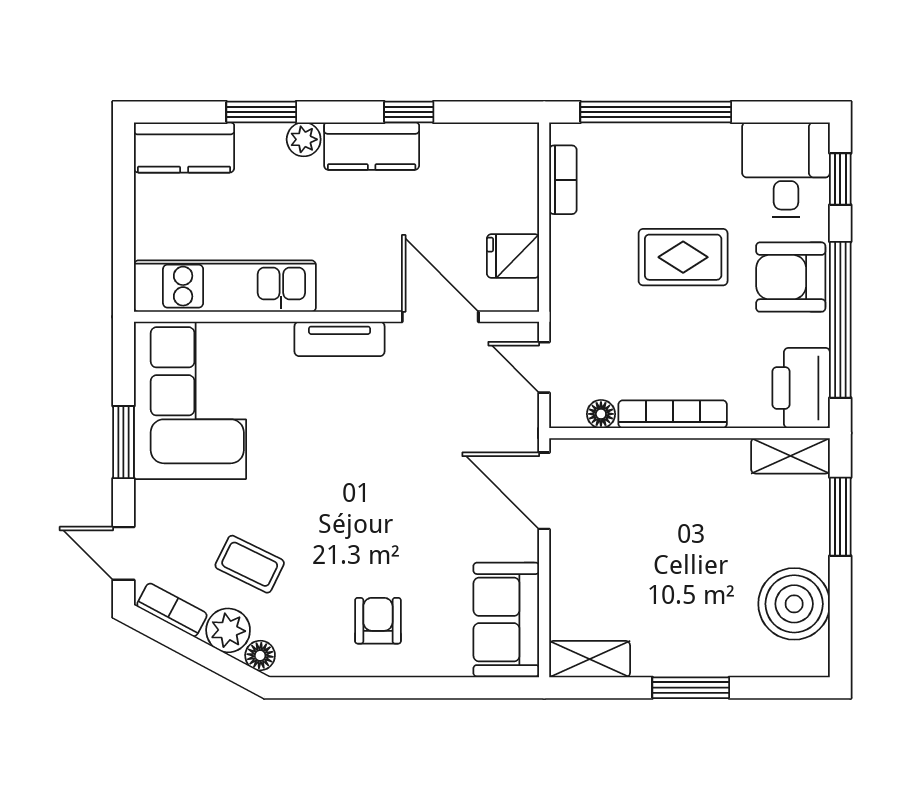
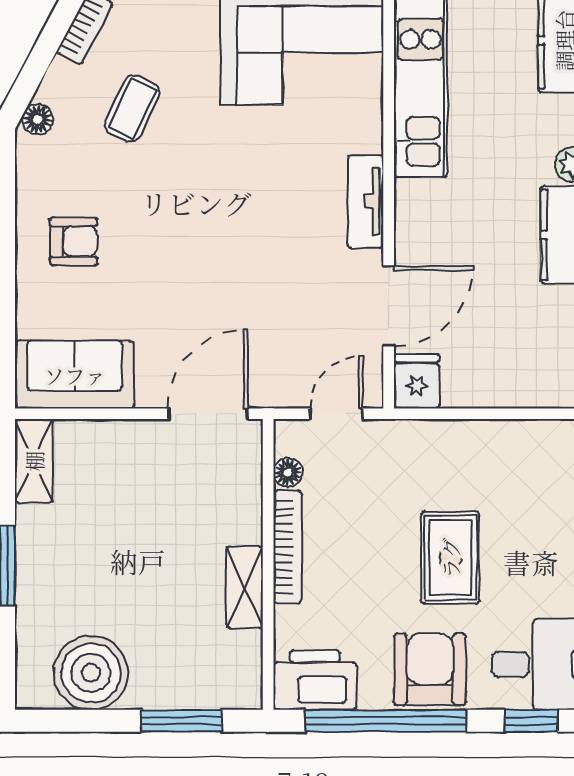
bookcase: (563, 180) -> (531, 433), removed
fridge: (513, 256) -> (417, 382), moved
shelving: (791, 456) -> (245, 587), moved
plant: (228, 630) -> (64, 86), removed

